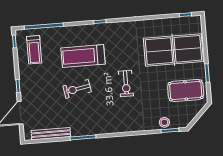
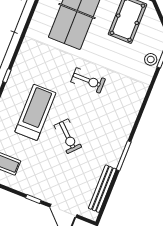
treadmill: (83, 56) -> (35, 112), turned 180
exercise bike: (77, 89) -> (68, 136), turned -37

